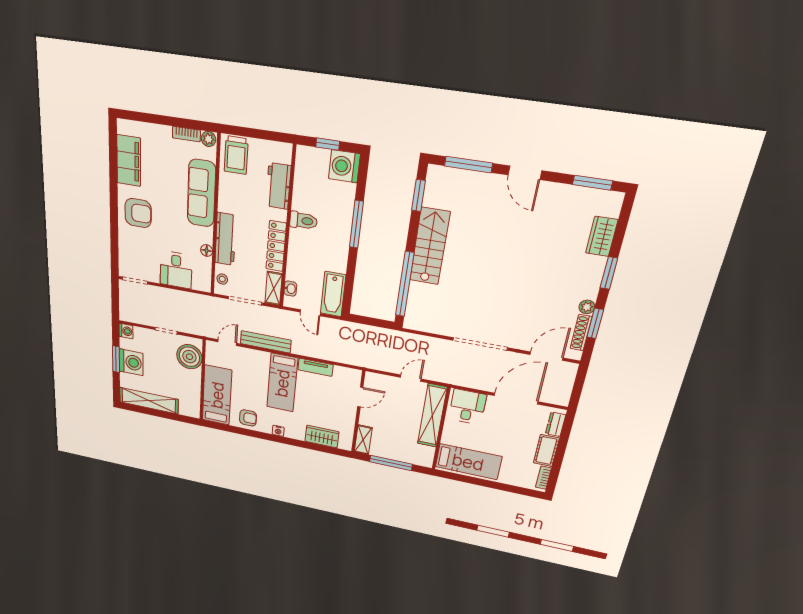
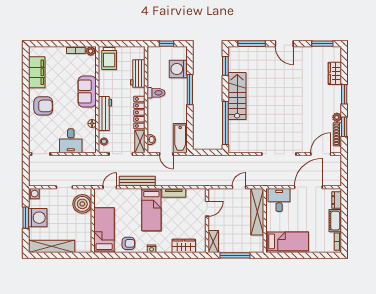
washing machine: (344, 166) -> (178, 69), moved
sofa: (201, 193) -> (87, 92), width x0.73

